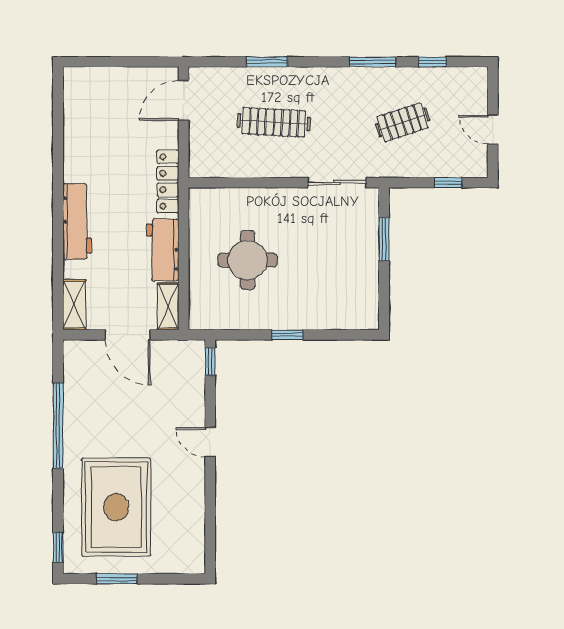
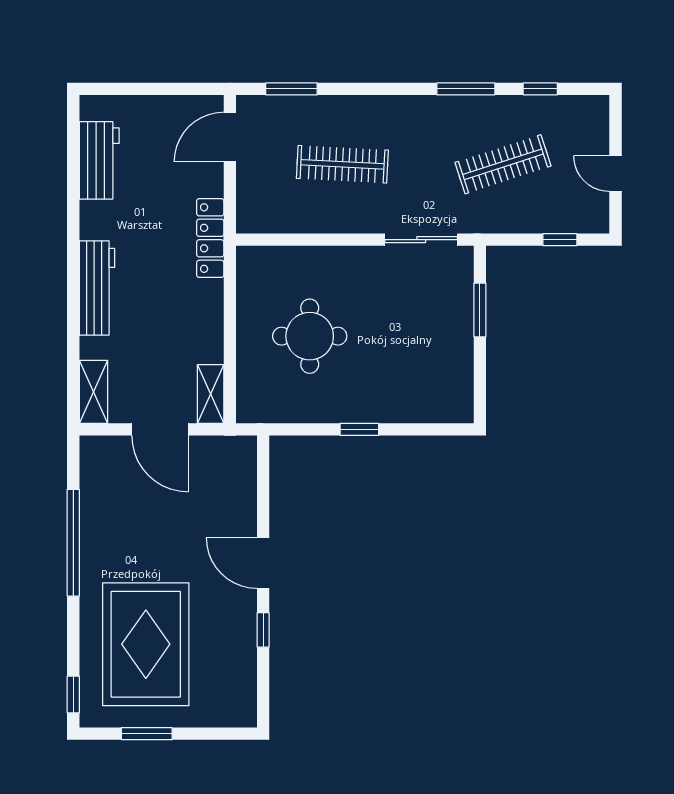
window: (267, 62) -> (291, 89), moved
clothes rail: (403, 122) -> (503, 164), width x1.36
workbench: (163, 250) -> (99, 160), moved, turned 180
window: (210, 362) -> (263, 630), moved
door: (210, 442) -> (263, 563), width x1.38

